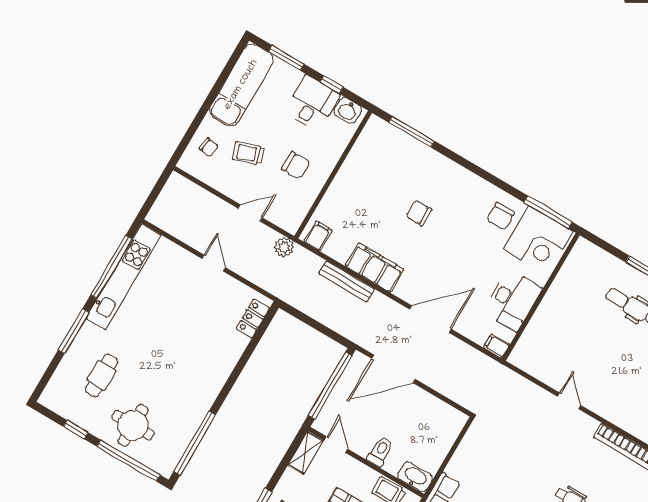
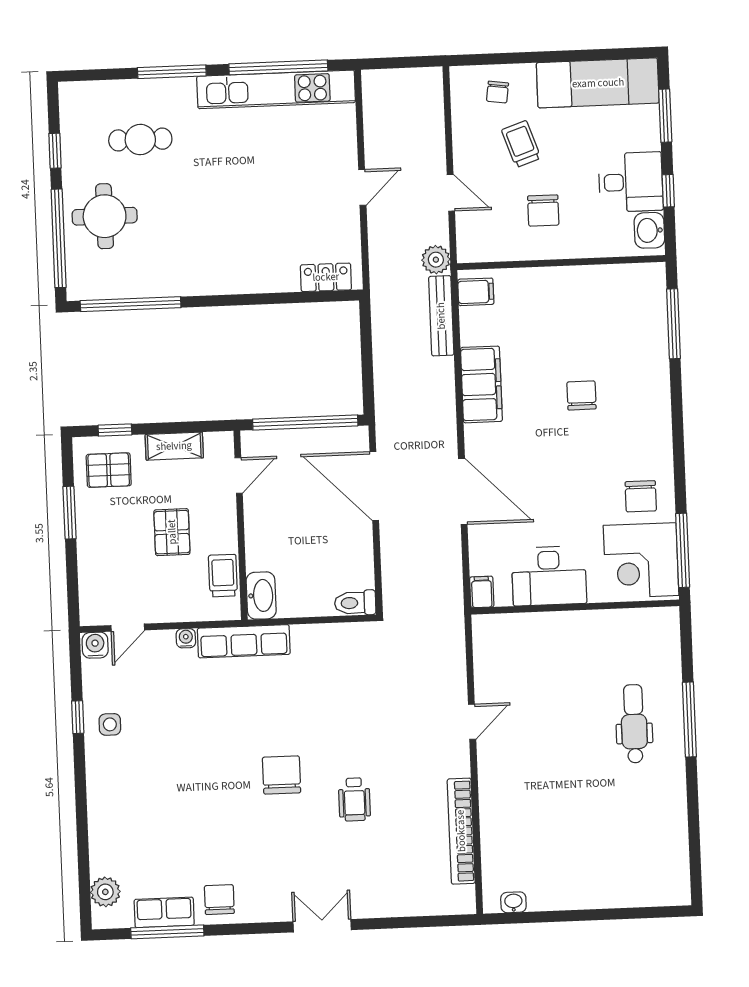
chair: (501, 216) -> (641, 496), turned -90
bench: (347, 282) -> (441, 316), moved
toilet: (380, 451) -> (355, 603), moved, turned 180
shelving: (305, 453) -> (174, 446), moved

